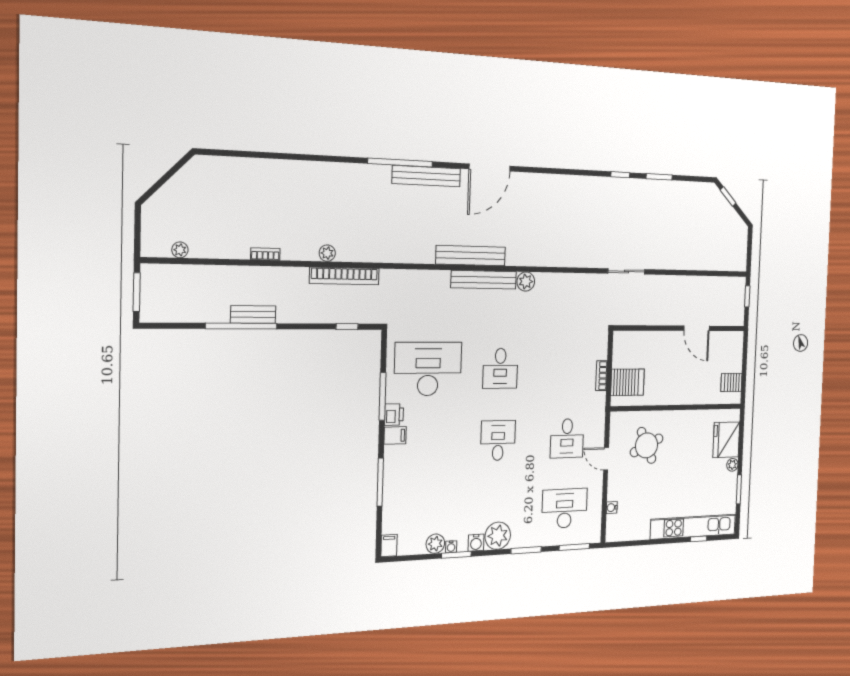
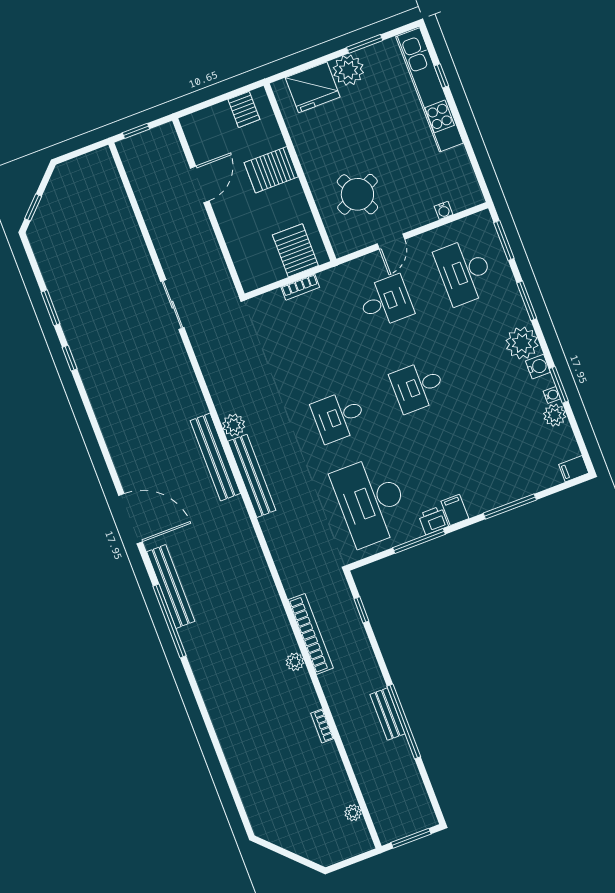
bench: (471, 256) -> (215, 457), moved
desk: (500, 368) -> (339, 416), turned 180
server rack: (686, 386) -> (271, 170), added
plant: (732, 465) -> (348, 70), width x1.88, depth x1.88

